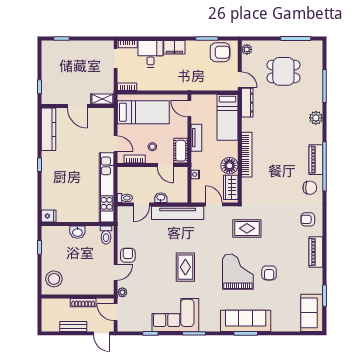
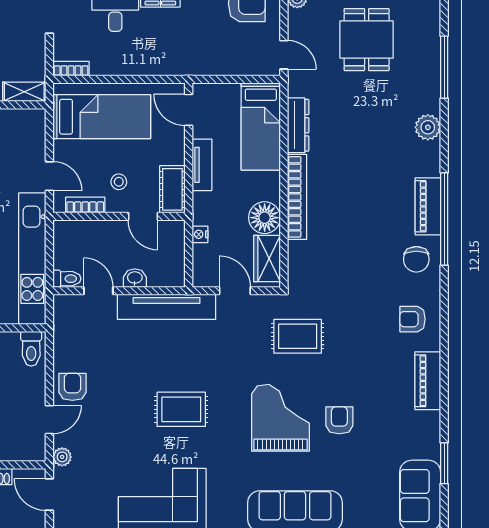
dining table: (283, 71) -> (367, 40), turned 90
dresser: (247, 103) -> (298, 125), moved
chair: (310, 188) -> (416, 259), turned 90
door: (142, 204) -> (98, 291), swing flipped
rug: (185, 267) -> (181, 409), turned 90
armchair: (269, 273) -> (339, 420), turned 180

